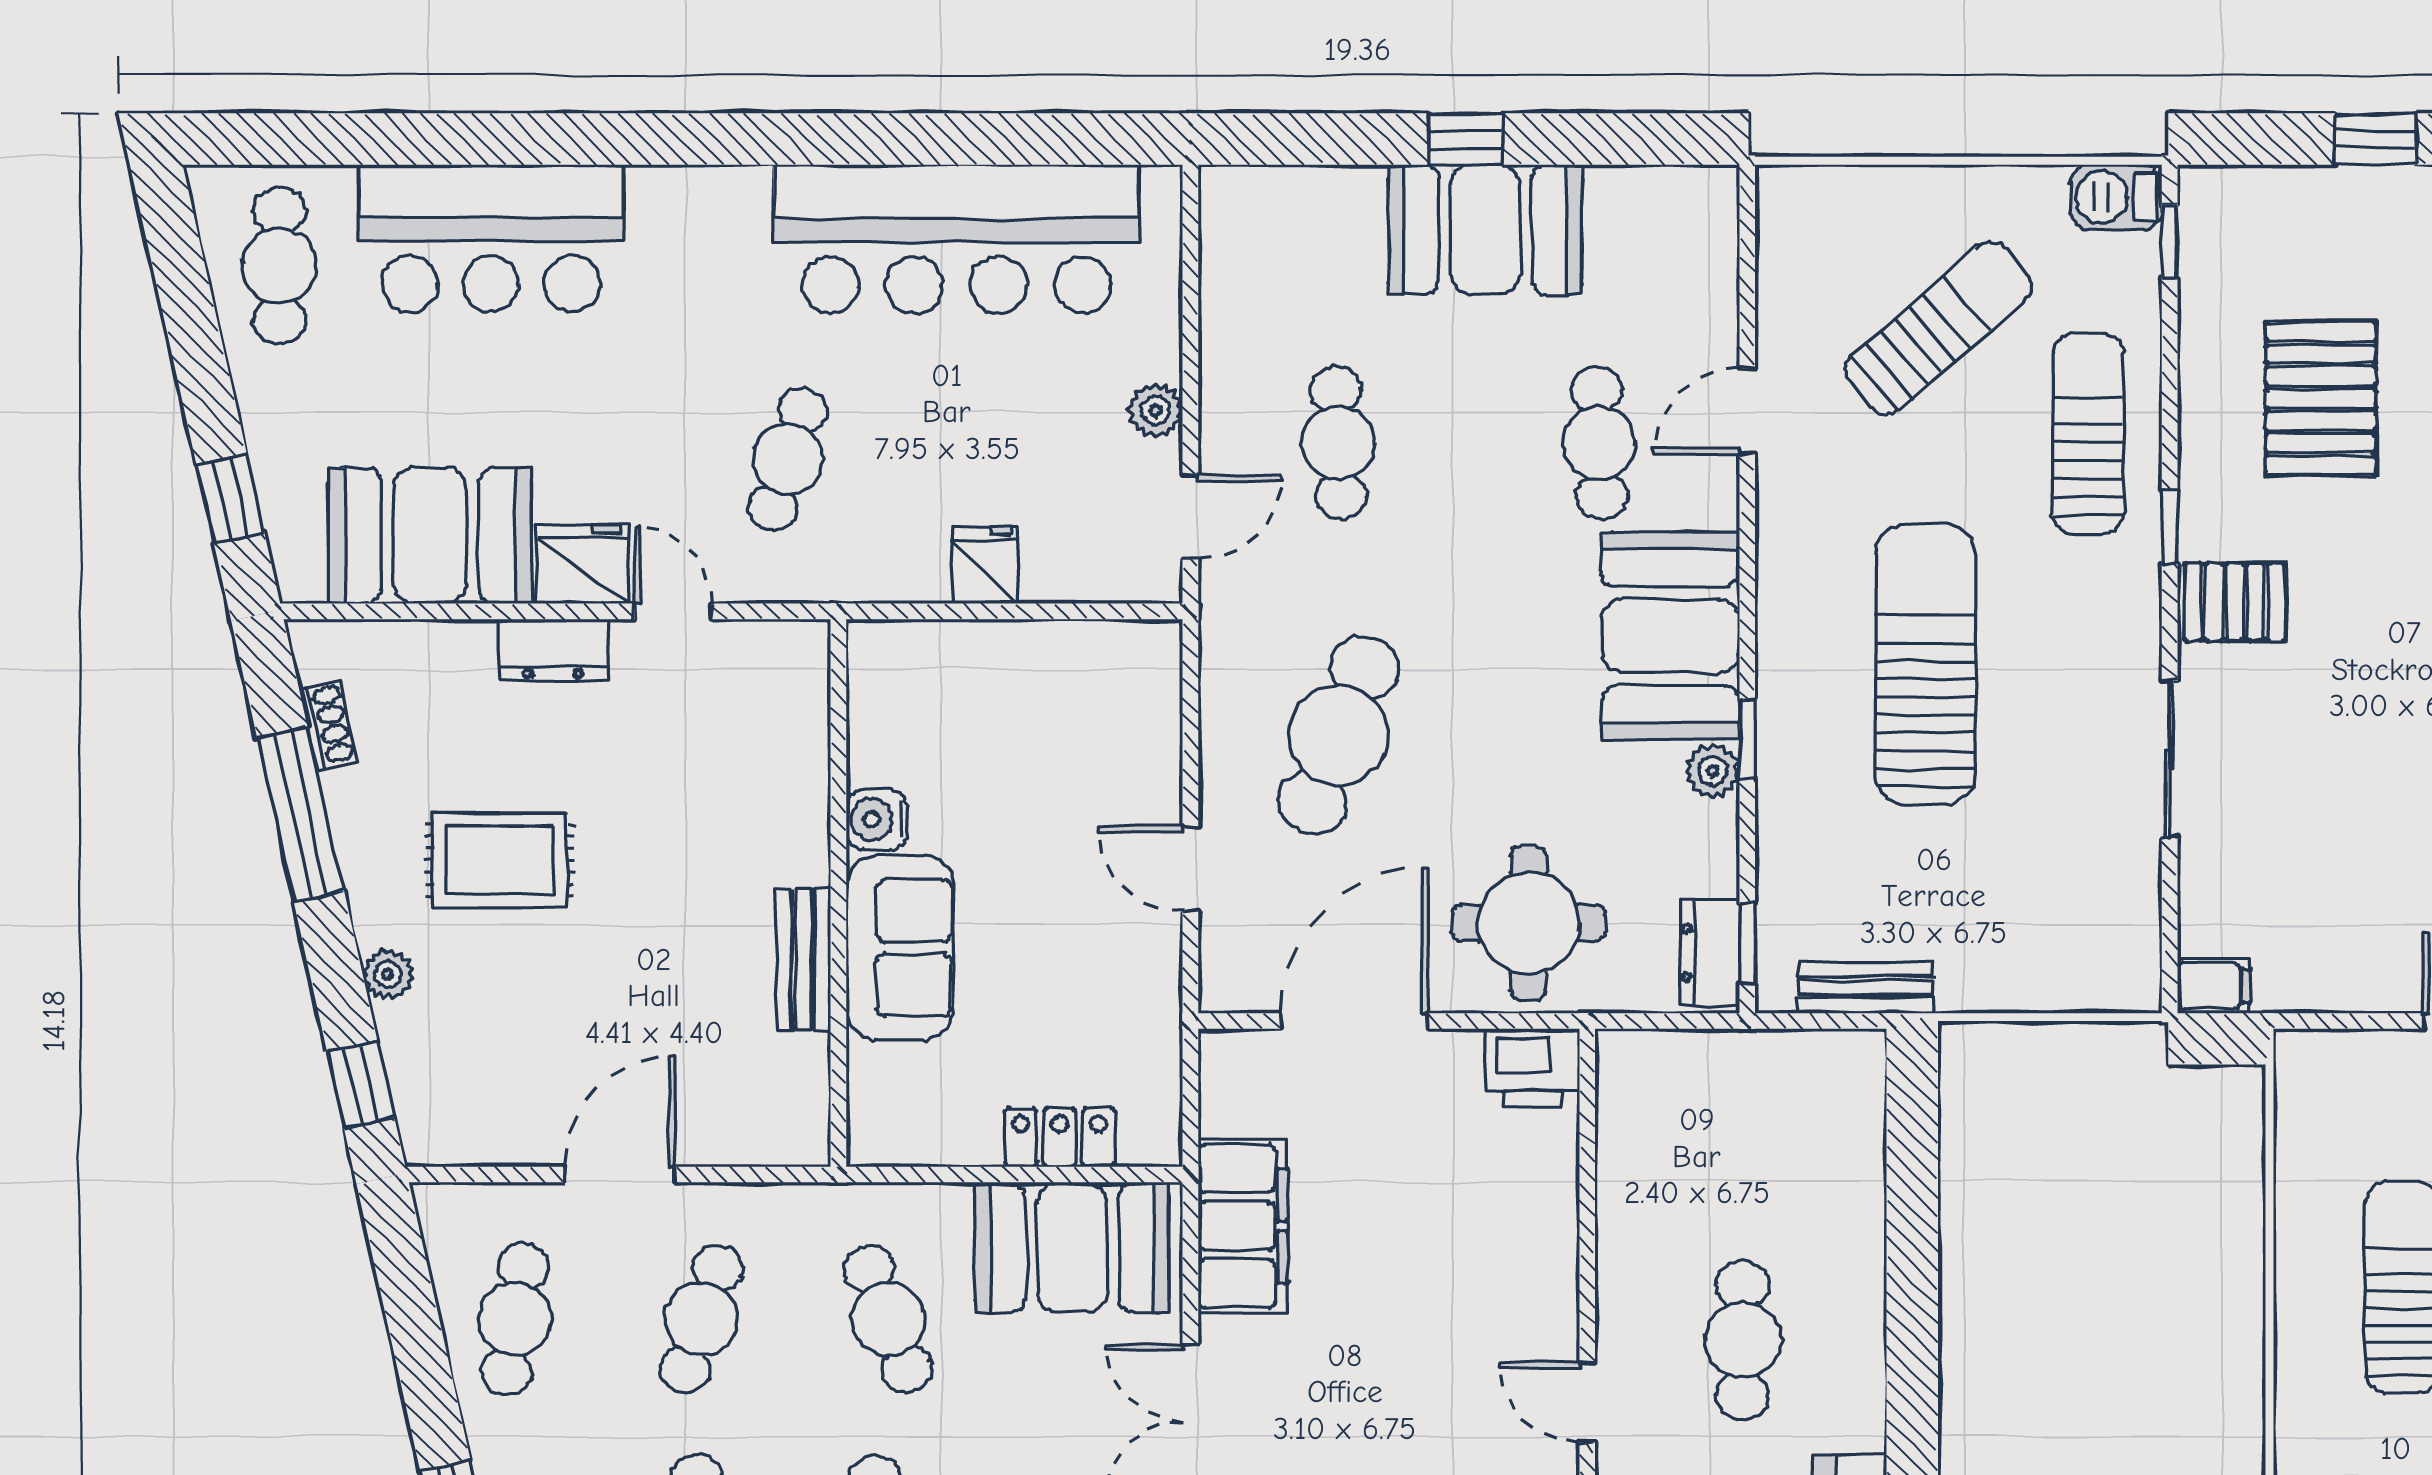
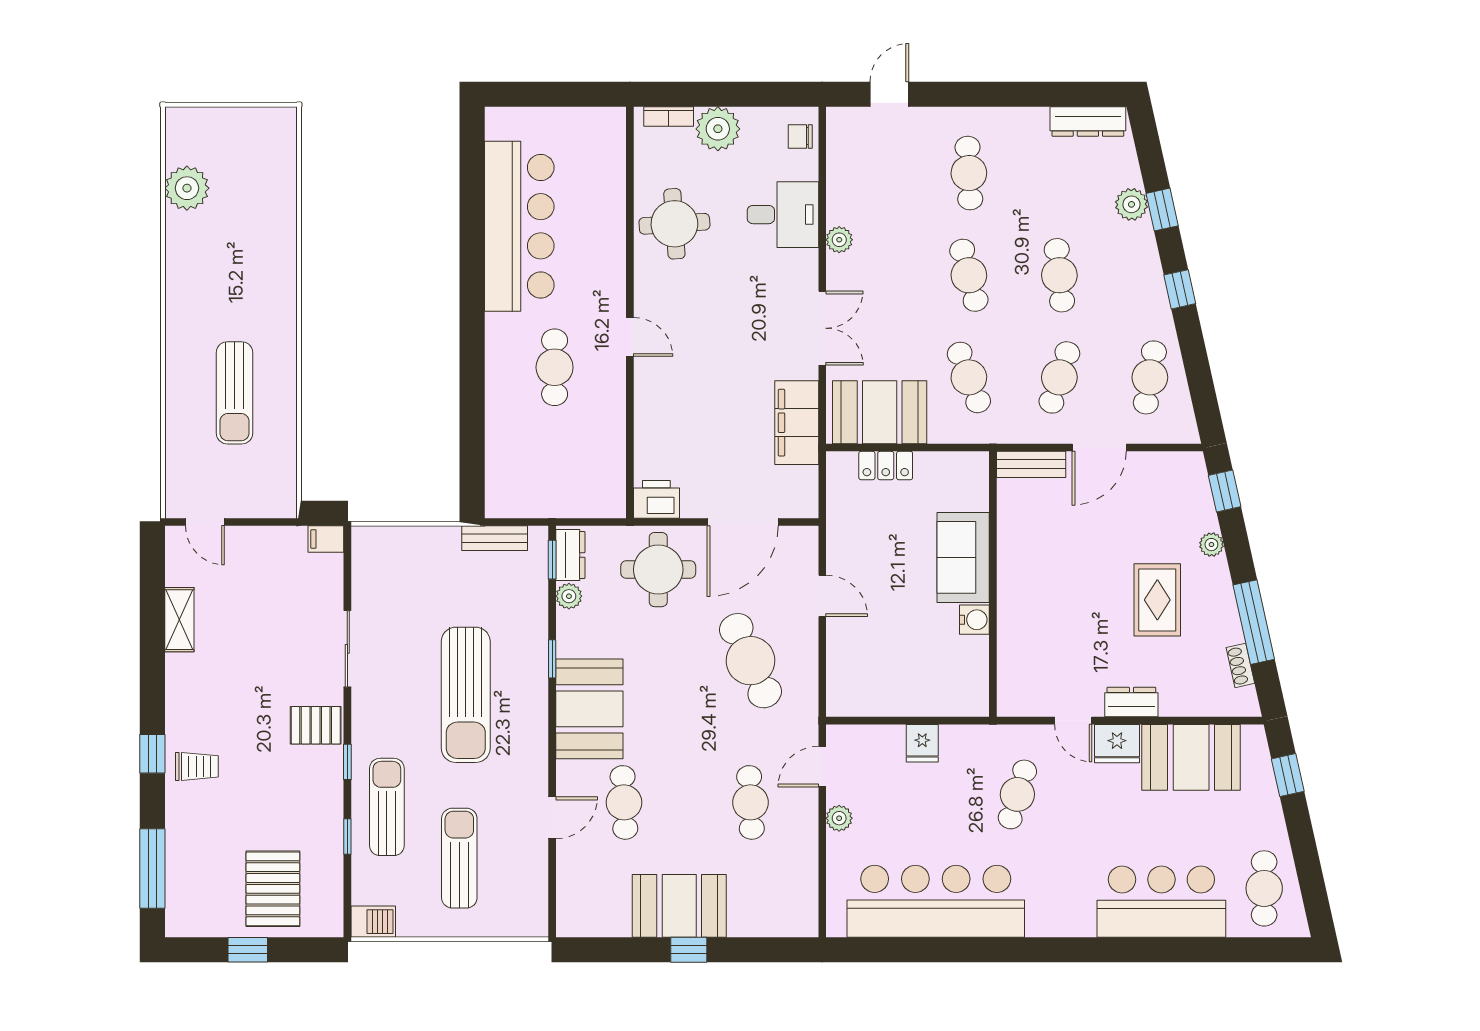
window: (2170, 241) -> (347, 836), moved
sun lounger: (1939, 328) -> (459, 858), turned 131
pallet: (2321, 399) -> (273, 889), moved
sun lounger: (2088, 433) -> (387, 807), turned 180
cafe table: (1338, 735) -> (750, 661), turned -45
plant: (1713, 771) -> (569, 596), moved
rug: (500, 860) -> (1157, 600), turned 90
bench: (804, 960) -> (1031, 464), moved, turned 90

